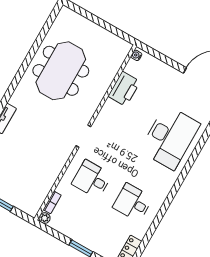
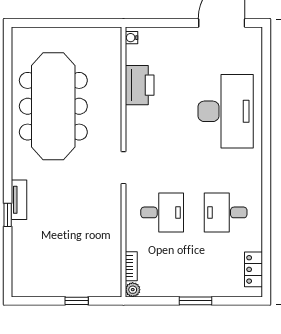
meeting table: (61, 71) -> (53, 106), width x1.36
desk: (92, 179) -> (162, 212), turned 180

